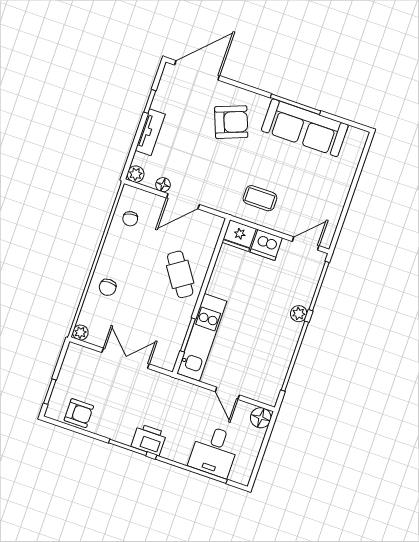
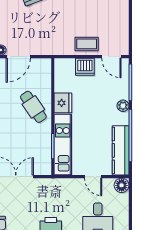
coffee table: (260, 198) -> (87, 44), moved
fridge: (239, 236) -> (63, 103), moved, turned -90
door: (306, 244) -> (111, 57), swing flipped
kitchen counter: (275, 371) -> (121, 150), added

